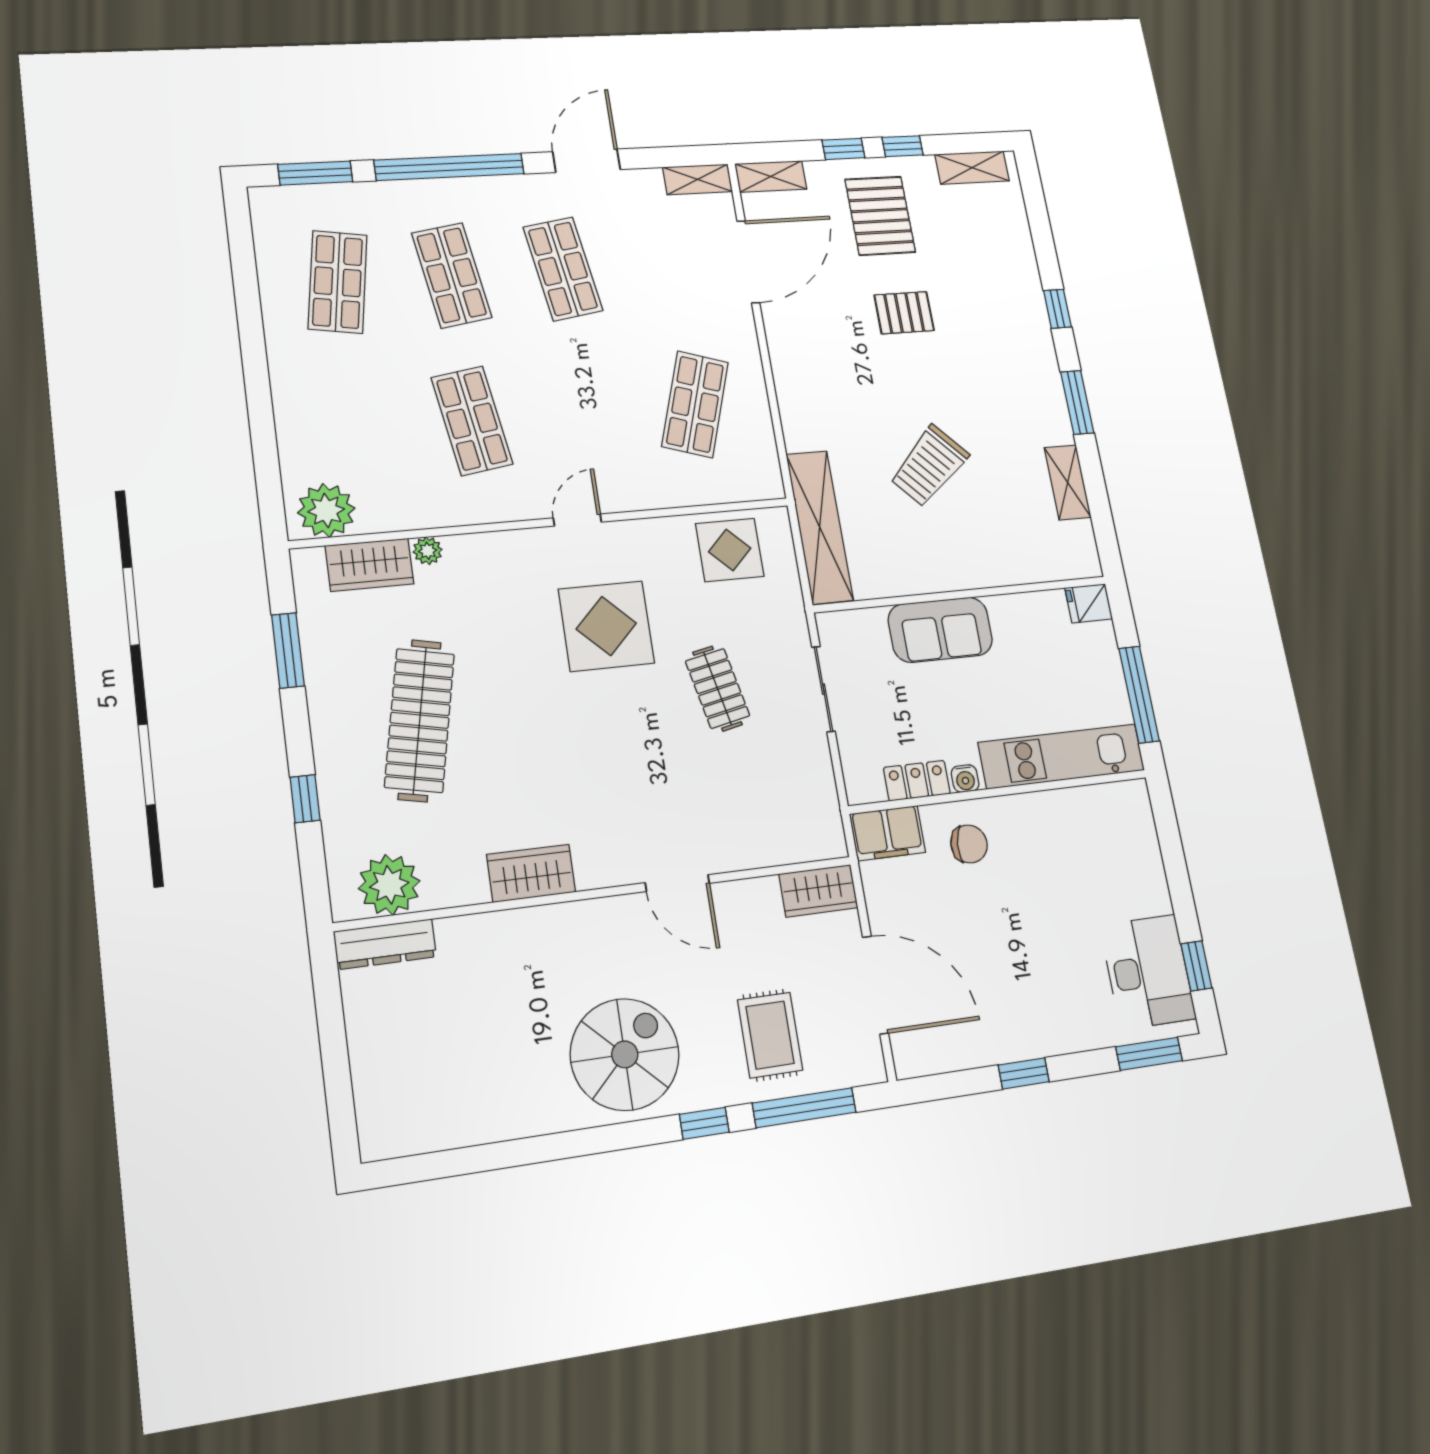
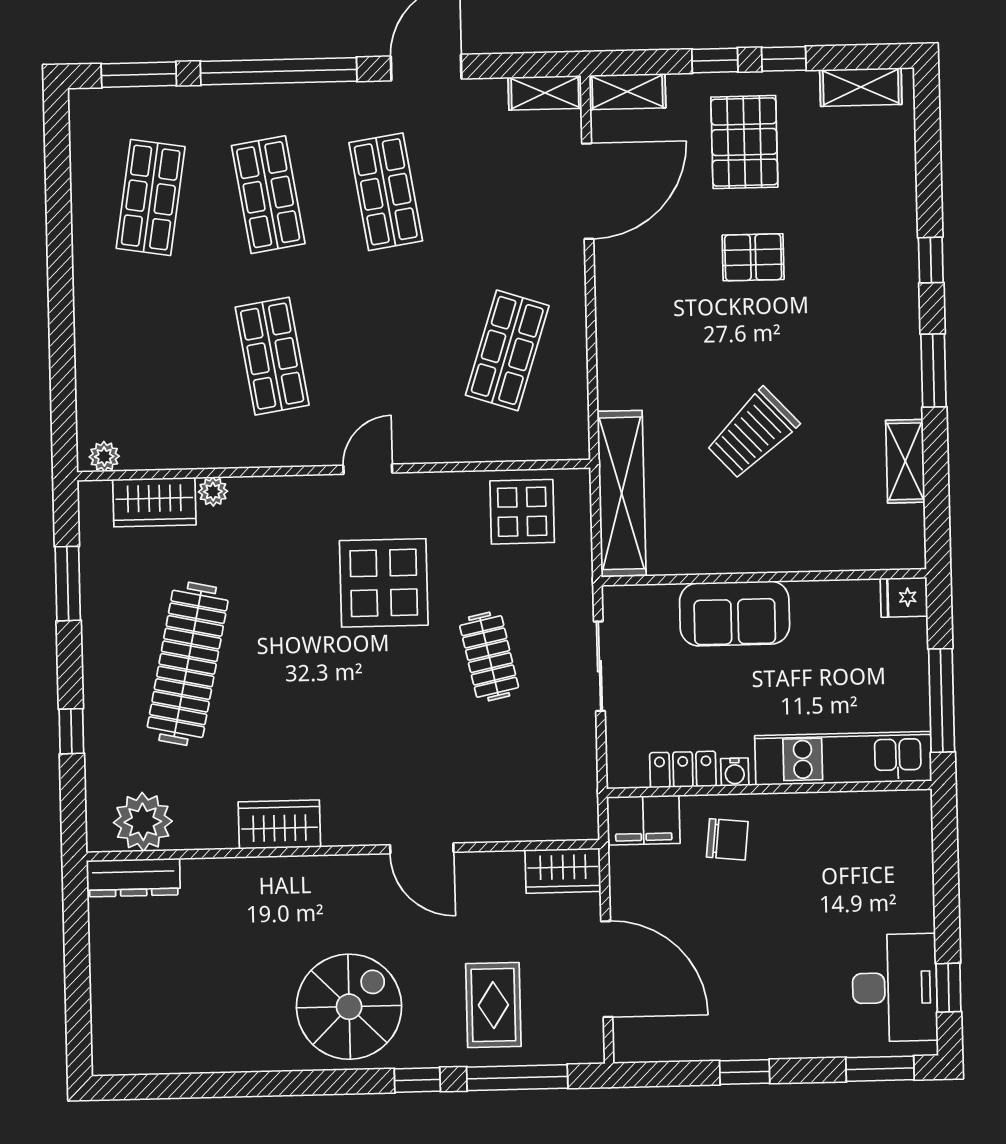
plant: (326, 510) -> (104, 457), width x0.53, depth x0.53

